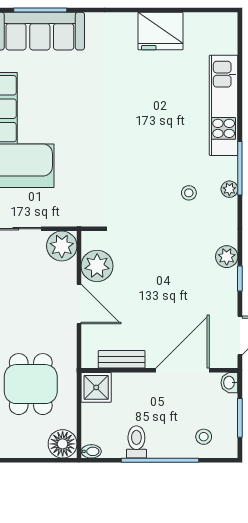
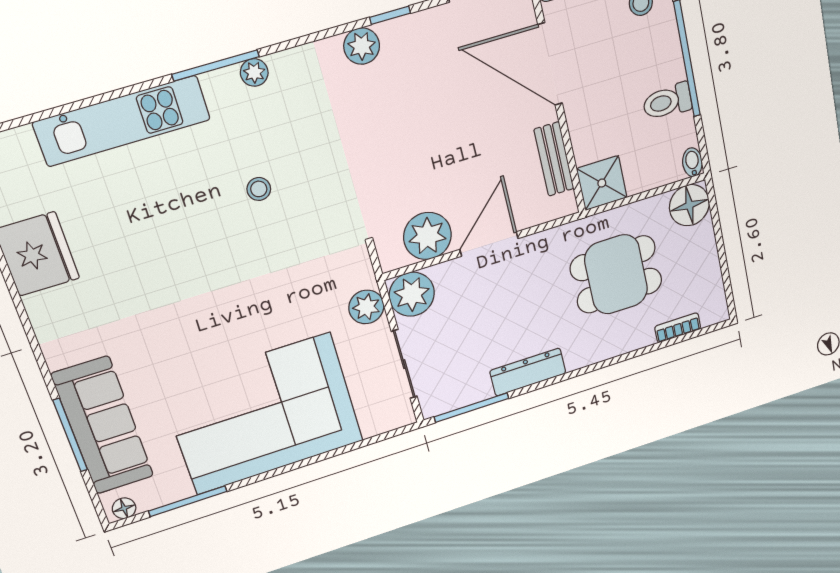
stool: (189, 193) -> (259, 189), moved
plant: (63, 215) -> (366, 307), added

